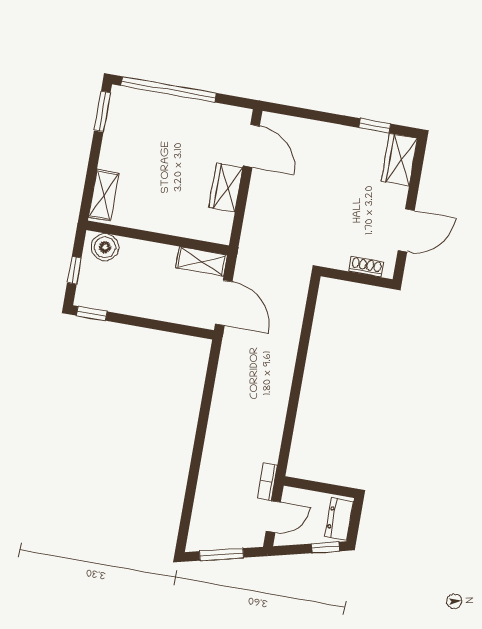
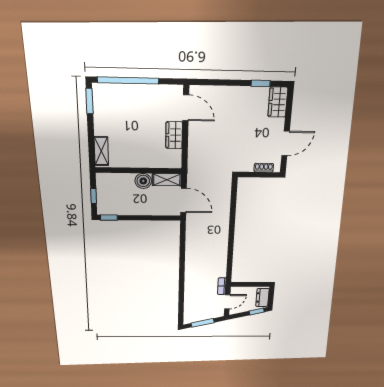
boiler: (105, 247) -> (143, 181), moved

